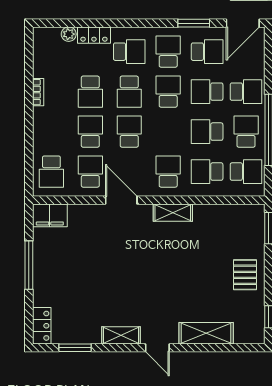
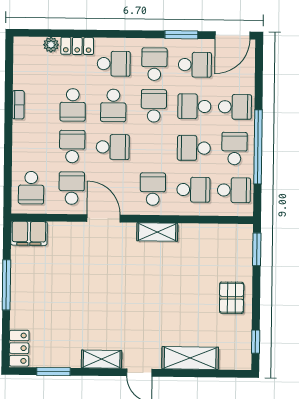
school desk: (129, 132) -> (113, 147), turned 90
school desk: (207, 172) -> (193, 190), turned 180

